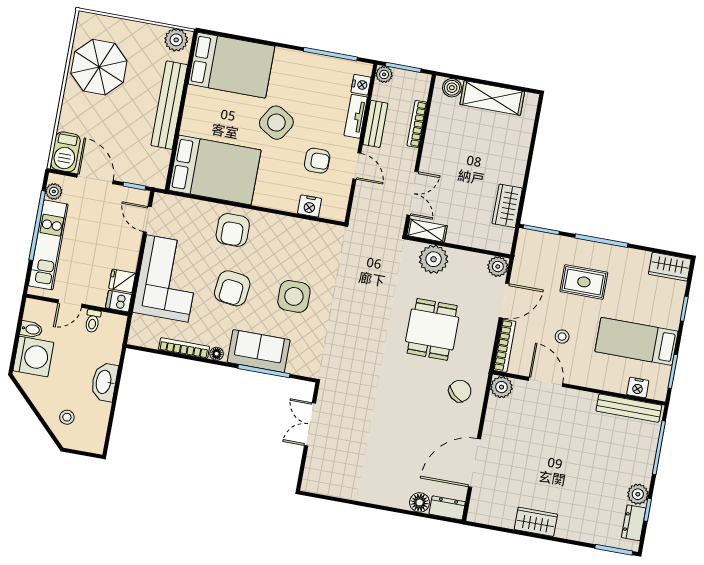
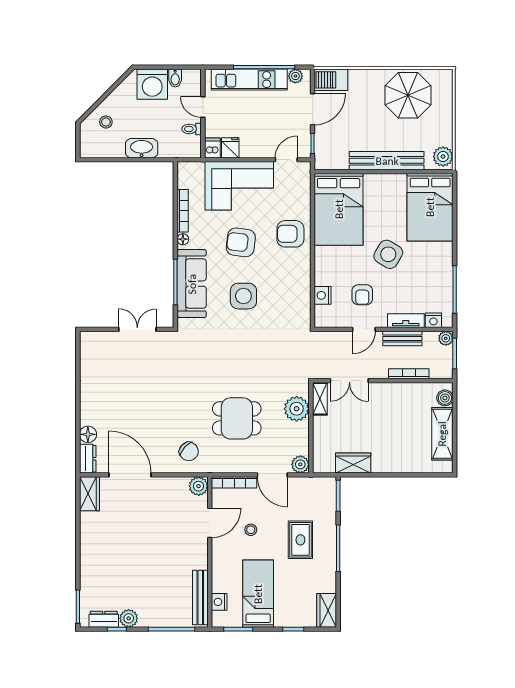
sofa: (259, 351) -> (192, 284), width x1.36
wardrobe: (536, 522) -> (89, 494), moved

